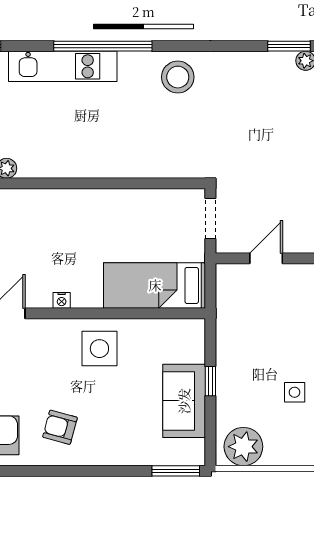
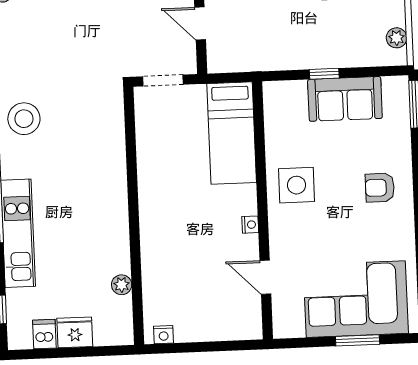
armchair: (60, 427) -> (380, 188), moved, turned 75
plant: (243, 447) -> (397, 38), width x0.53, depth x0.53

